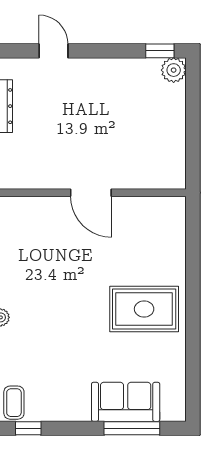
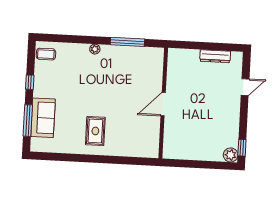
rug: (144, 309) -> (95, 131), width x0.73, depth x0.70
window: (28, 428) -> (30, 82), moved

